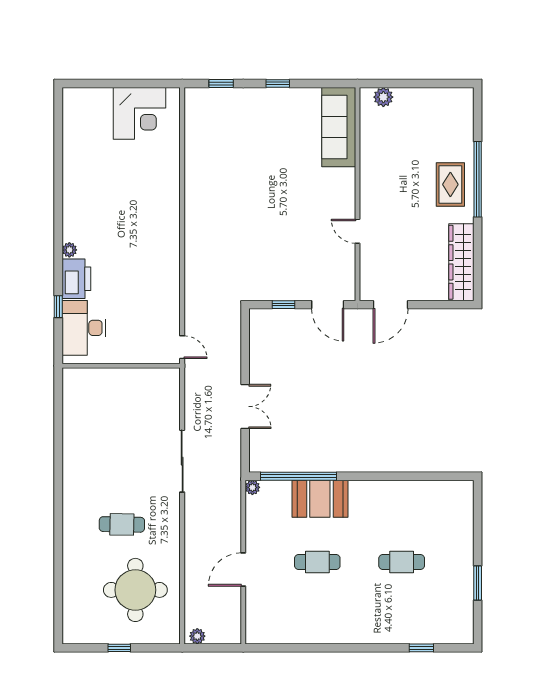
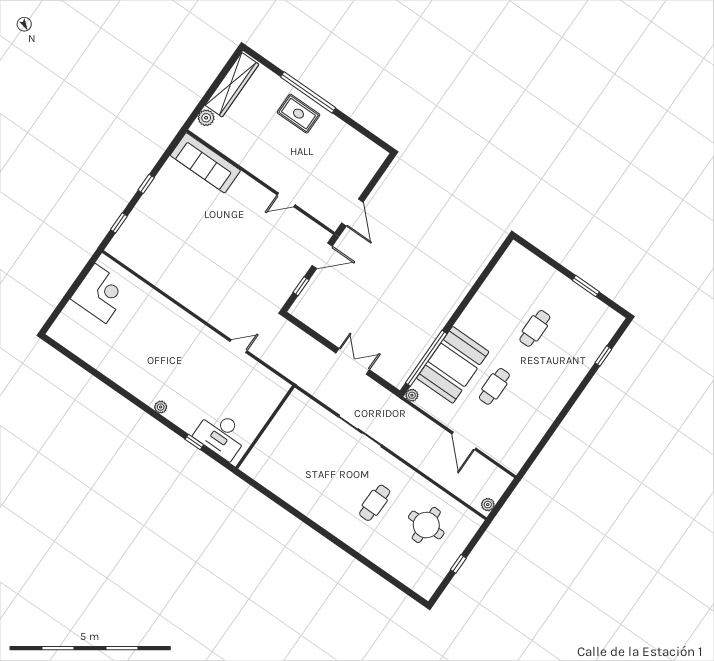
wardrobe: (461, 262) -> (232, 85), moved, turned -90
printer: (76, 279) -> (184, 416), removed
door: (182, 347) -> (239, 346), moved
booth: (320, 499) -> (453, 365), width x1.36, depth x1.42
round table: (135, 590) -> (426, 525), width x0.73, depth x0.73

